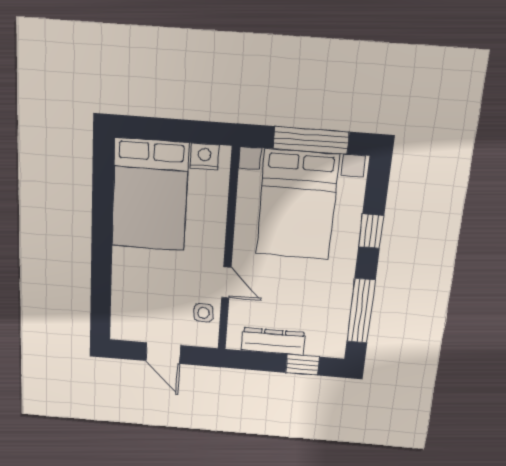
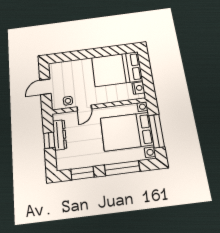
window: (371, 231) -> (122, 168), width x2.17
window: (361, 311) -> (82, 173), width x0.69
window: (302, 365) -> (49, 140), moved

